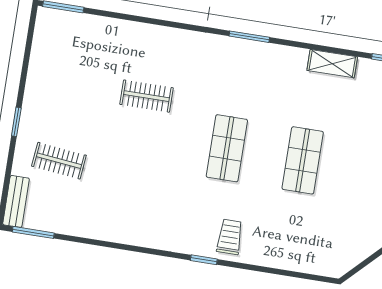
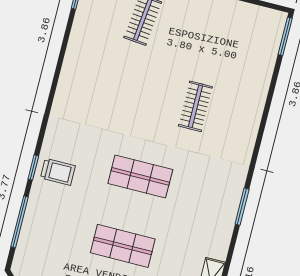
window: (204, 260) -> (33, 167), moved
window: (287, 273) -> (20, 222), added

